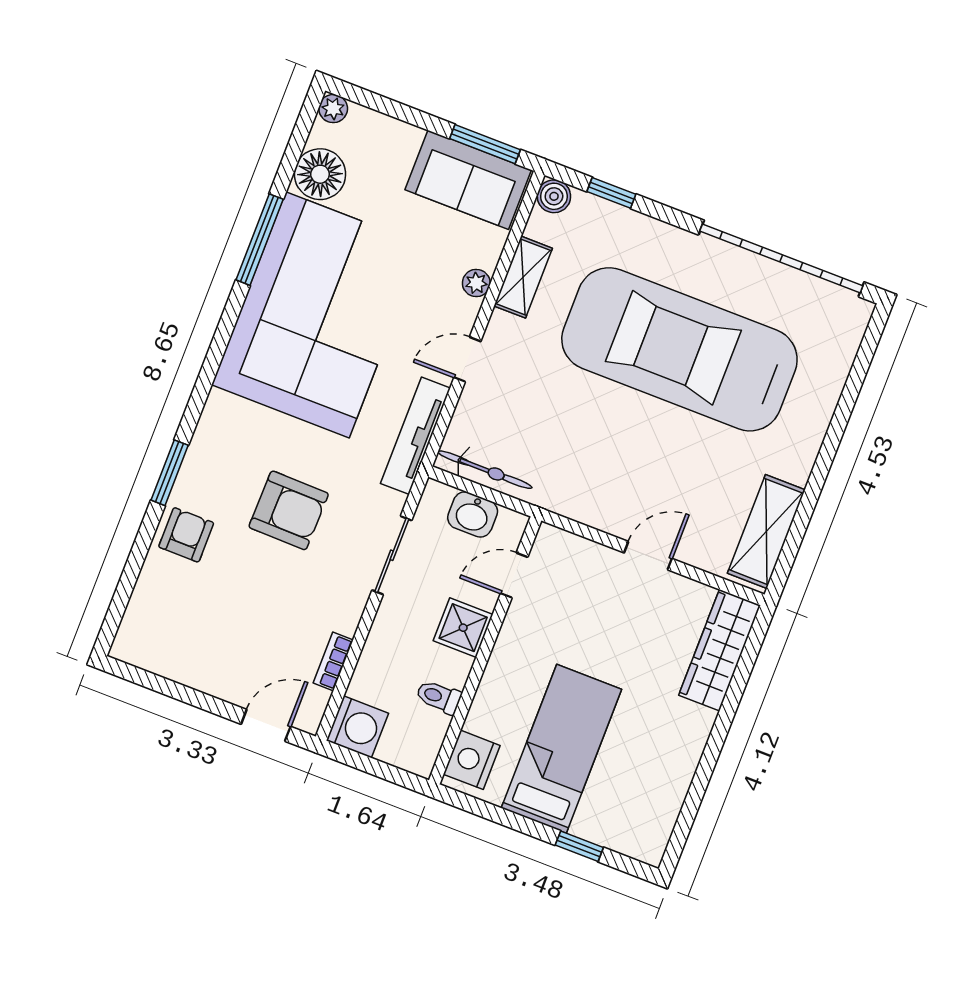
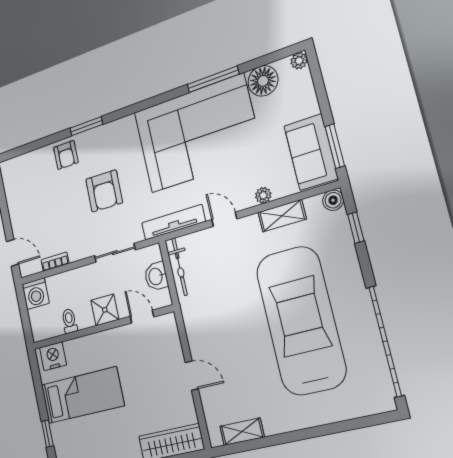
shelving: (766, 532) -> (242, 432), width x0.67, depth x0.75
armchair: (186, 535) -> (66, 155), turned 90

